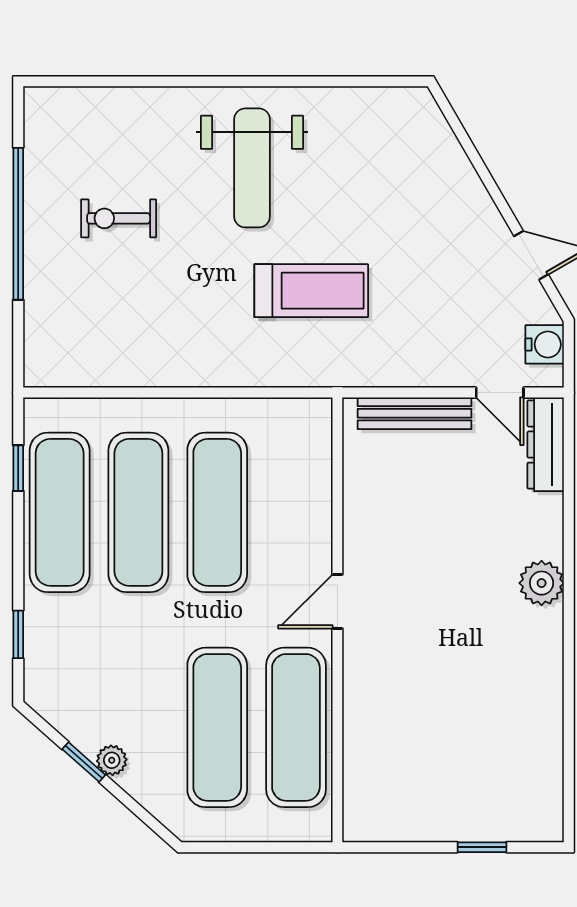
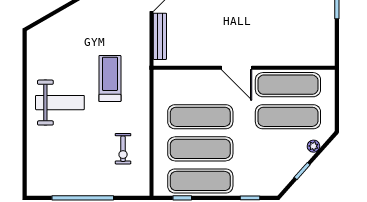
exercise bike: (119, 218) -> (123, 149), moved
door: (337, 601) -> (237, 68), width x1.38
plant: (112, 760) -> (313, 146), moved

